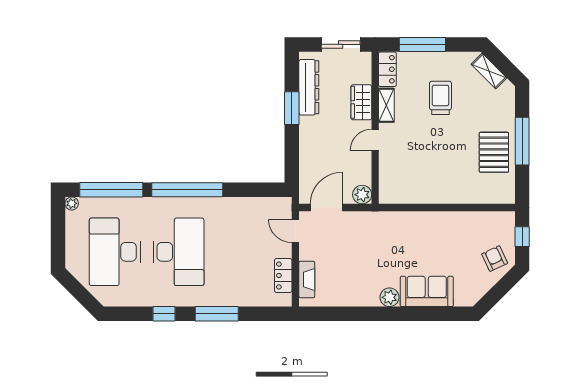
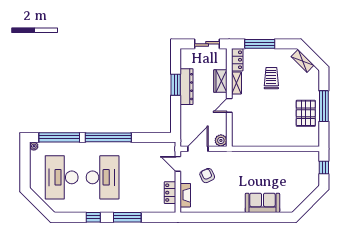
dresser: (309, 87) -> (187, 87), moved
armchair: (495, 259) -> (207, 176), moved
plant: (389, 297) -> (238, 207), removed

